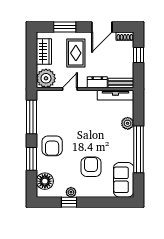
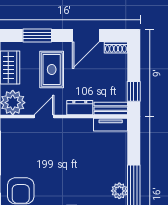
window: (139, 55) -> (134, 91), moved
tv unit: (116, 95) -> (111, 125), width x0.71
plant: (128, 123) -> (119, 191), moved

